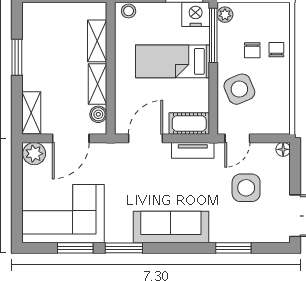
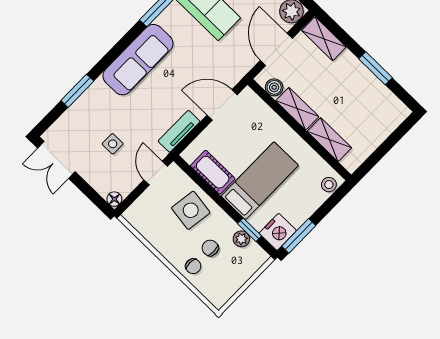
plant: (225, 15) -> (241, 239), moved
window: (213, 35) -> (250, 230), width x0.46
side table: (239, 89) -> (191, 210), turned 31
cot: (189, 123) -> (213, 172), moved, turned 90
door: (145, 138) -> (222, 105), swing flipped
side table: (246, 188) -> (113, 144), width x0.54, depth x0.54

